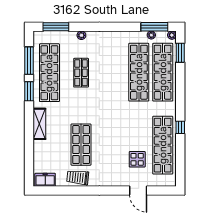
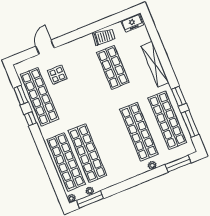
window: (180, 53) -> (21, 95), moved
shop shelf: (81, 73) -> (139, 132), width x2.00, depth x1.36
shelving: (39, 124) -> (155, 64), width x1.47
door: (138, 191) -> (45, 47), hinge flipped

